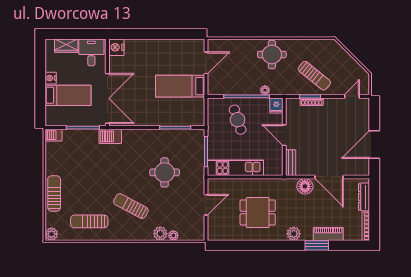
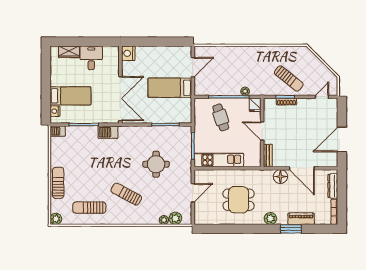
nightstand: (116, 47) -> (128, 53), moved
round table: (272, 54) -> (251, 60), removed
nightstand: (51, 78) -> (55, 111), moved
wall: (107, 83) -> (120, 85), moved
double door: (107, 98) -> (120, 99), moved
plant: (160, 234) -> (175, 218), moved

